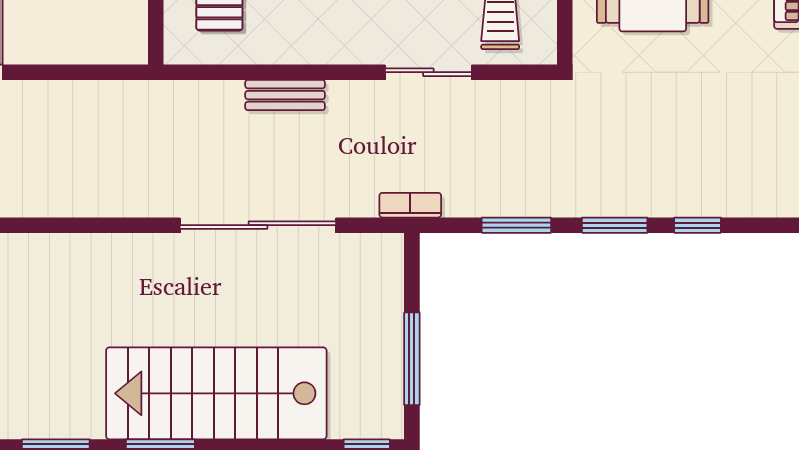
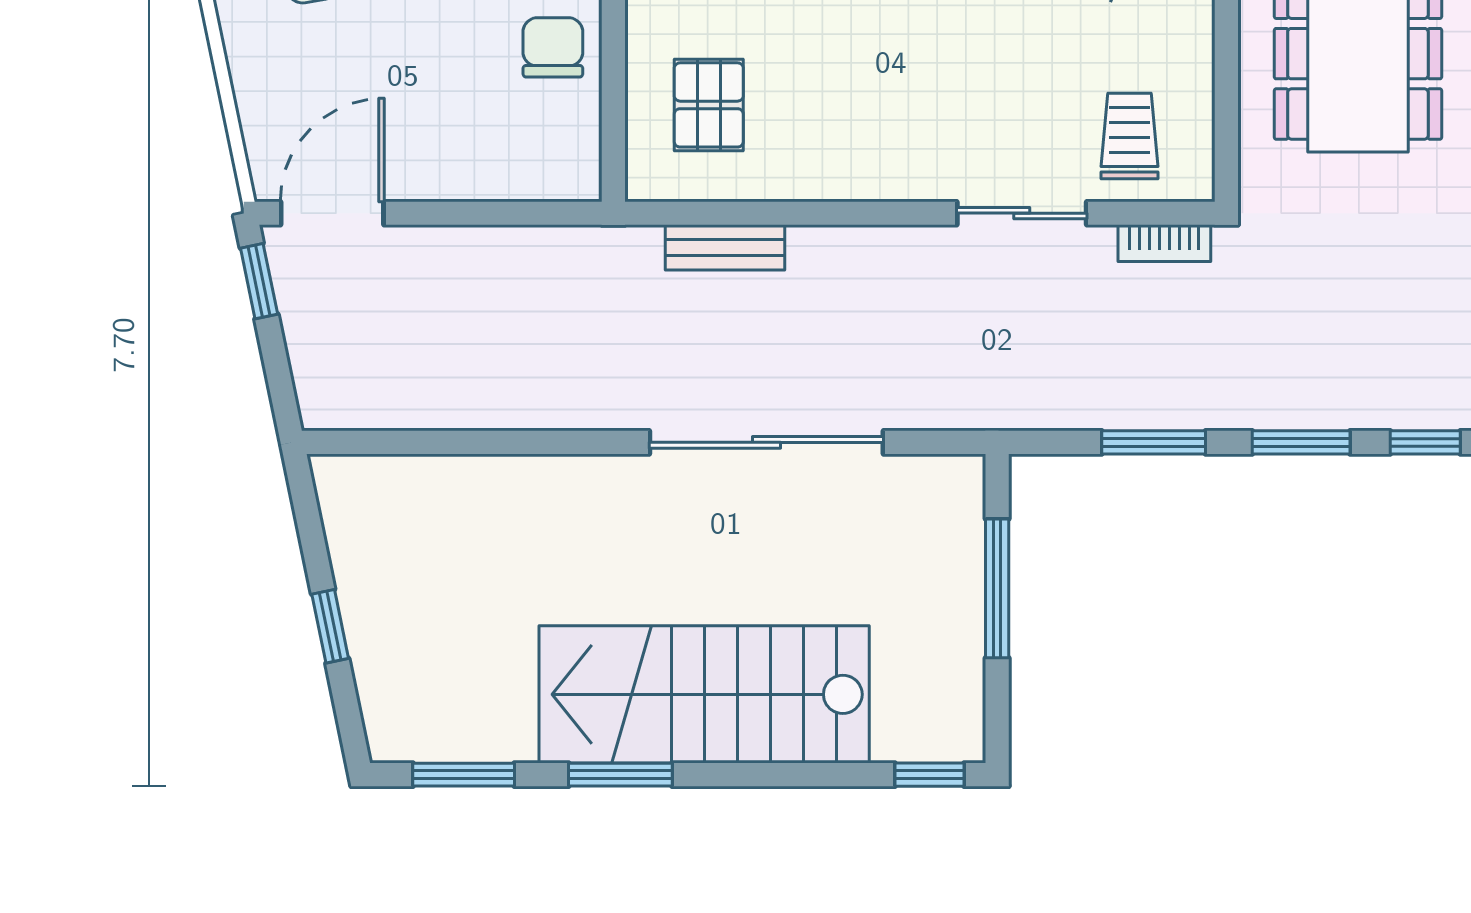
bench: (285, 95) -> (725, 247), moved
bookcase: (410, 205) -> (1164, 243), moved, turned 180
window: (412, 359) -> (997, 588), moved

